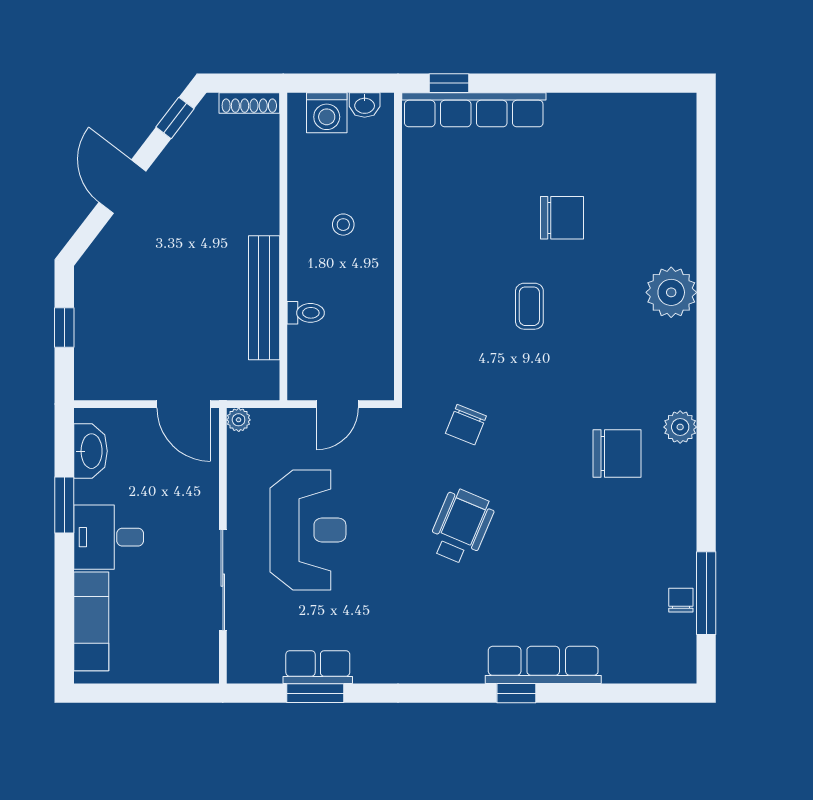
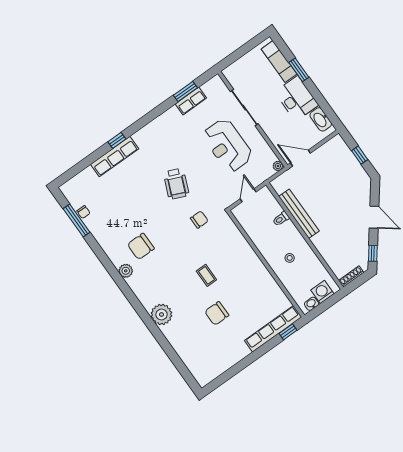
chair: (466, 425) -> (199, 220), turned 68
window: (64, 505) -> (299, 70), moved
desk: (109, 537) -> (297, 99), width x1.37

